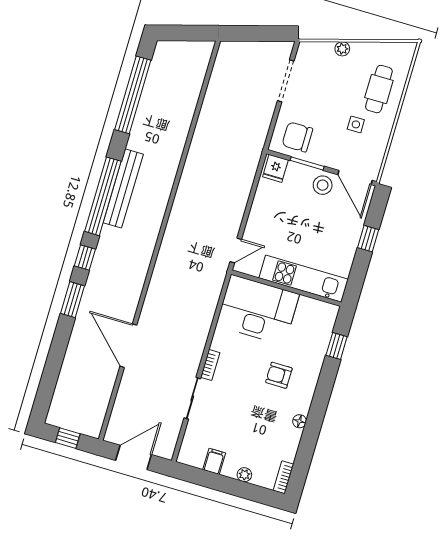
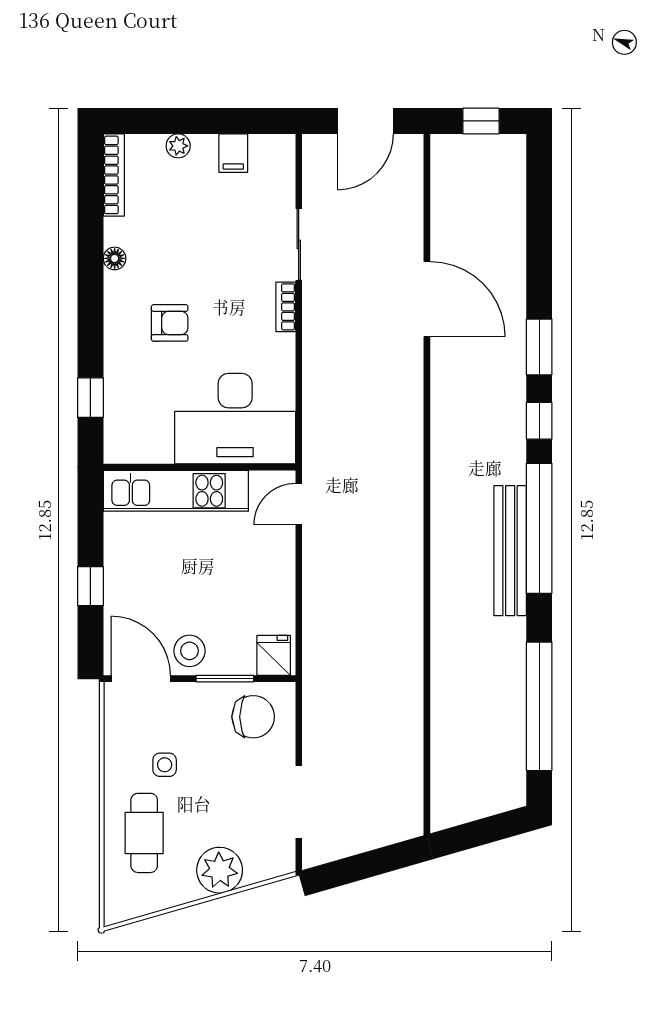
plant: (342, 49) -> (220, 870), width x1.87, depth x1.87
bookcase: (283, 477) -> (114, 175), width x1.56

